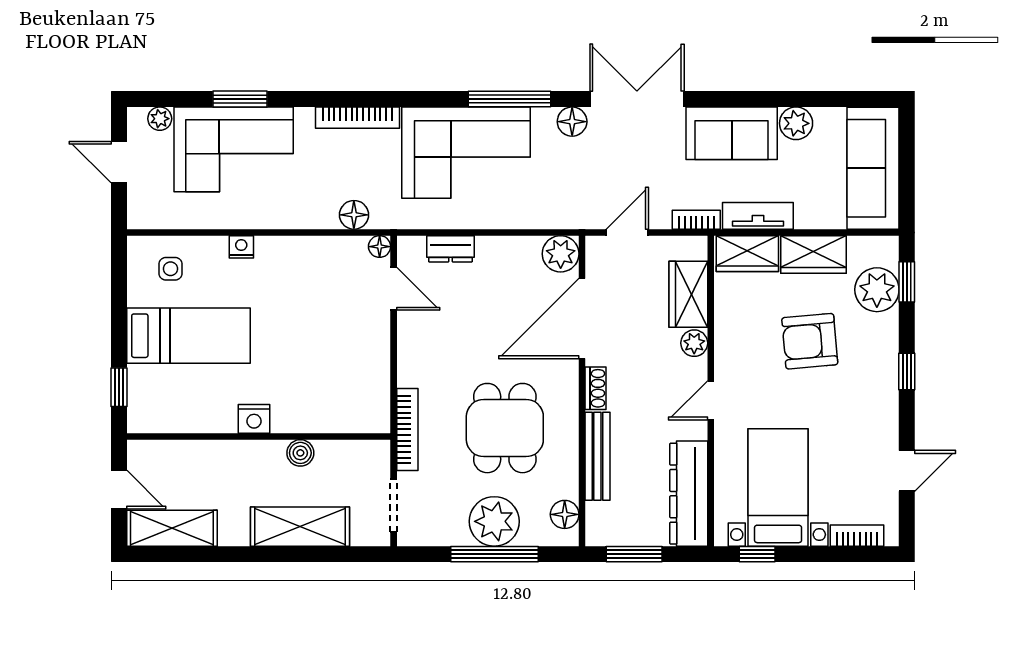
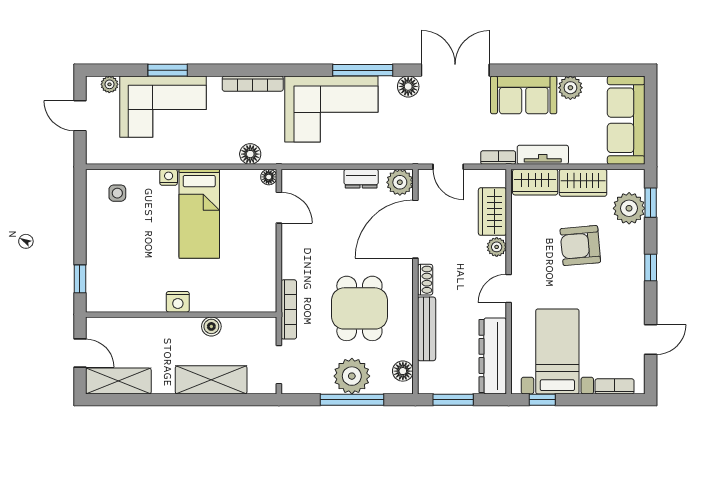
door: (627, 232) -> (448, 167), swing flipped
dresser: (451, 249) -> (361, 179), moved
bed: (188, 336) -> (199, 214), moved, turned 90

